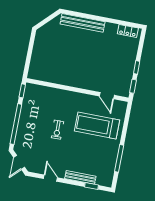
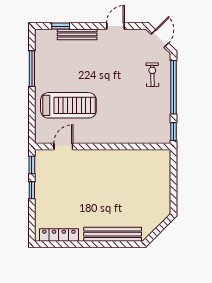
locker: (128, 31) -> (59, 235), width x1.53
door: (107, 96) -> (63, 146), hinge flipped
exercise bike: (57, 130) -> (152, 75), moved
door: (50, 178) -> (116, 26), swing flipped

